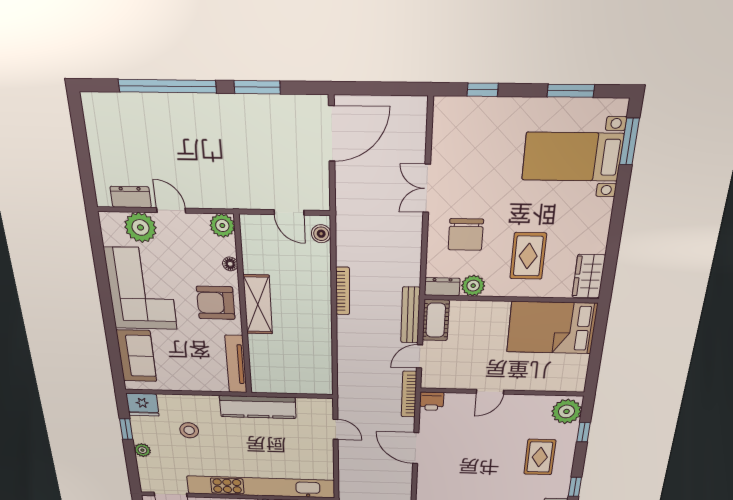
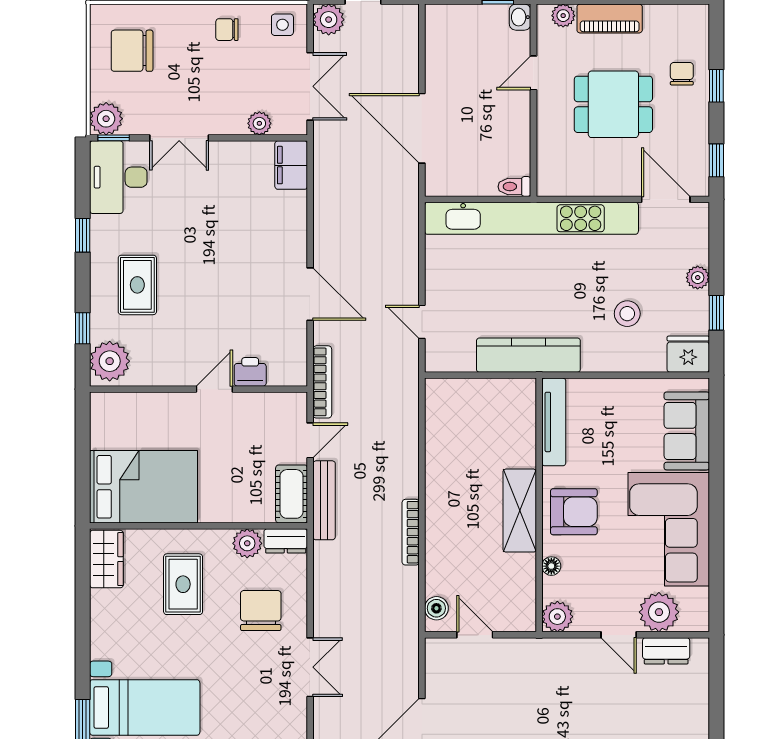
printer: (432, 401) -> (250, 372), moved

